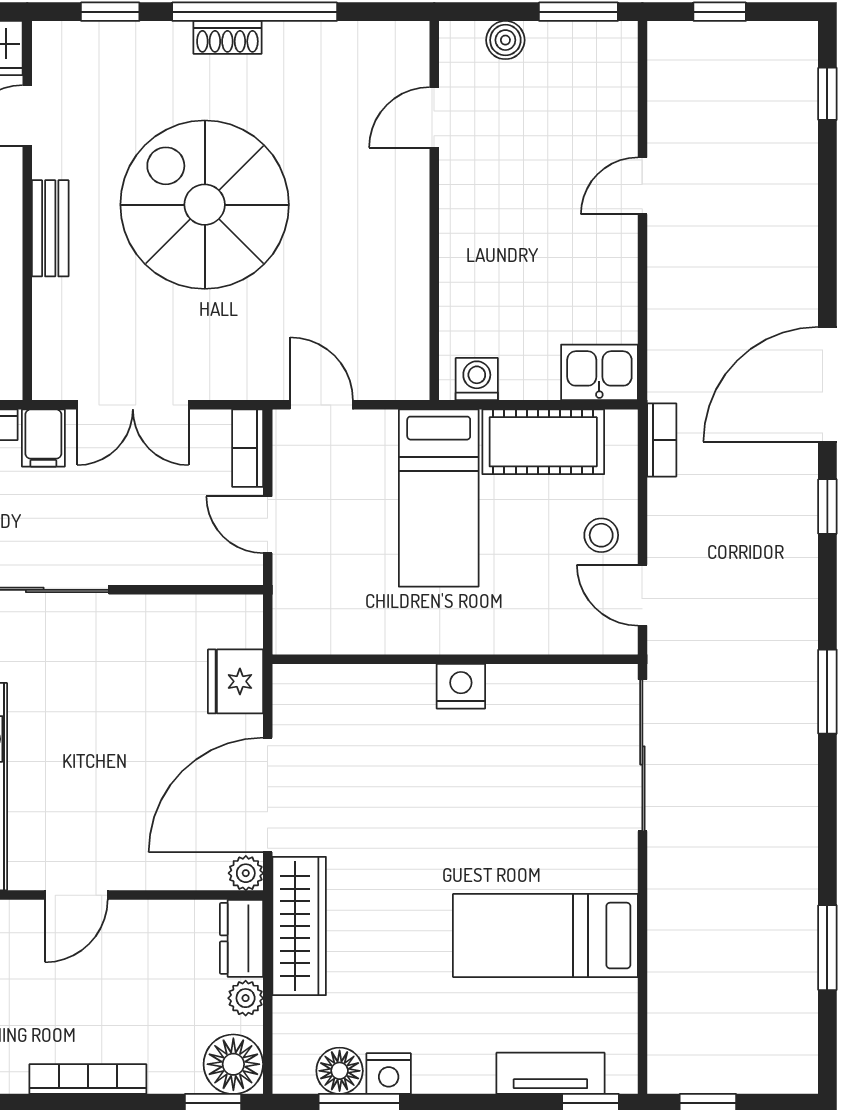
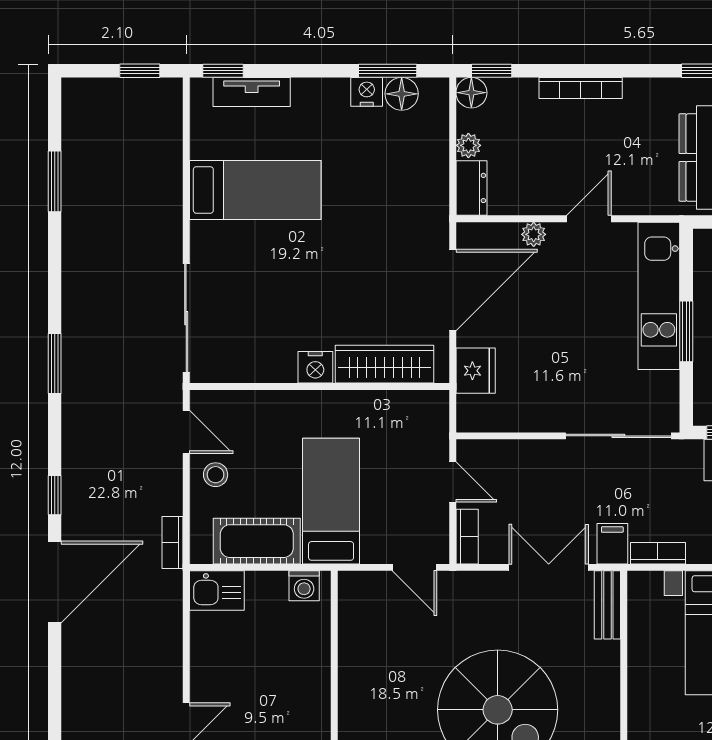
bench: (50, 228) -> (607, 605), moved
plant: (246, 873) -> (534, 234), moved
wardrobe: (299, 926) -> (384, 364), moved, turned 90
floor lamp: (233, 1064) -> (471, 93), width x0.73, depth x0.73

